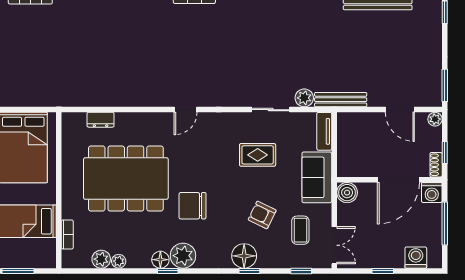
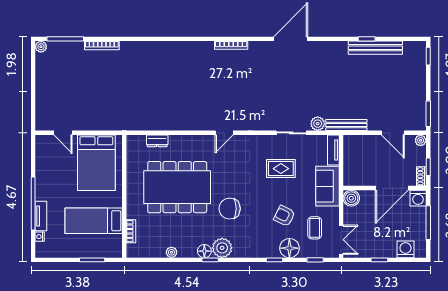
floor lamp: (244, 256) -> (289, 248), moved
plant: (101, 259) -> (158, 251), removed

